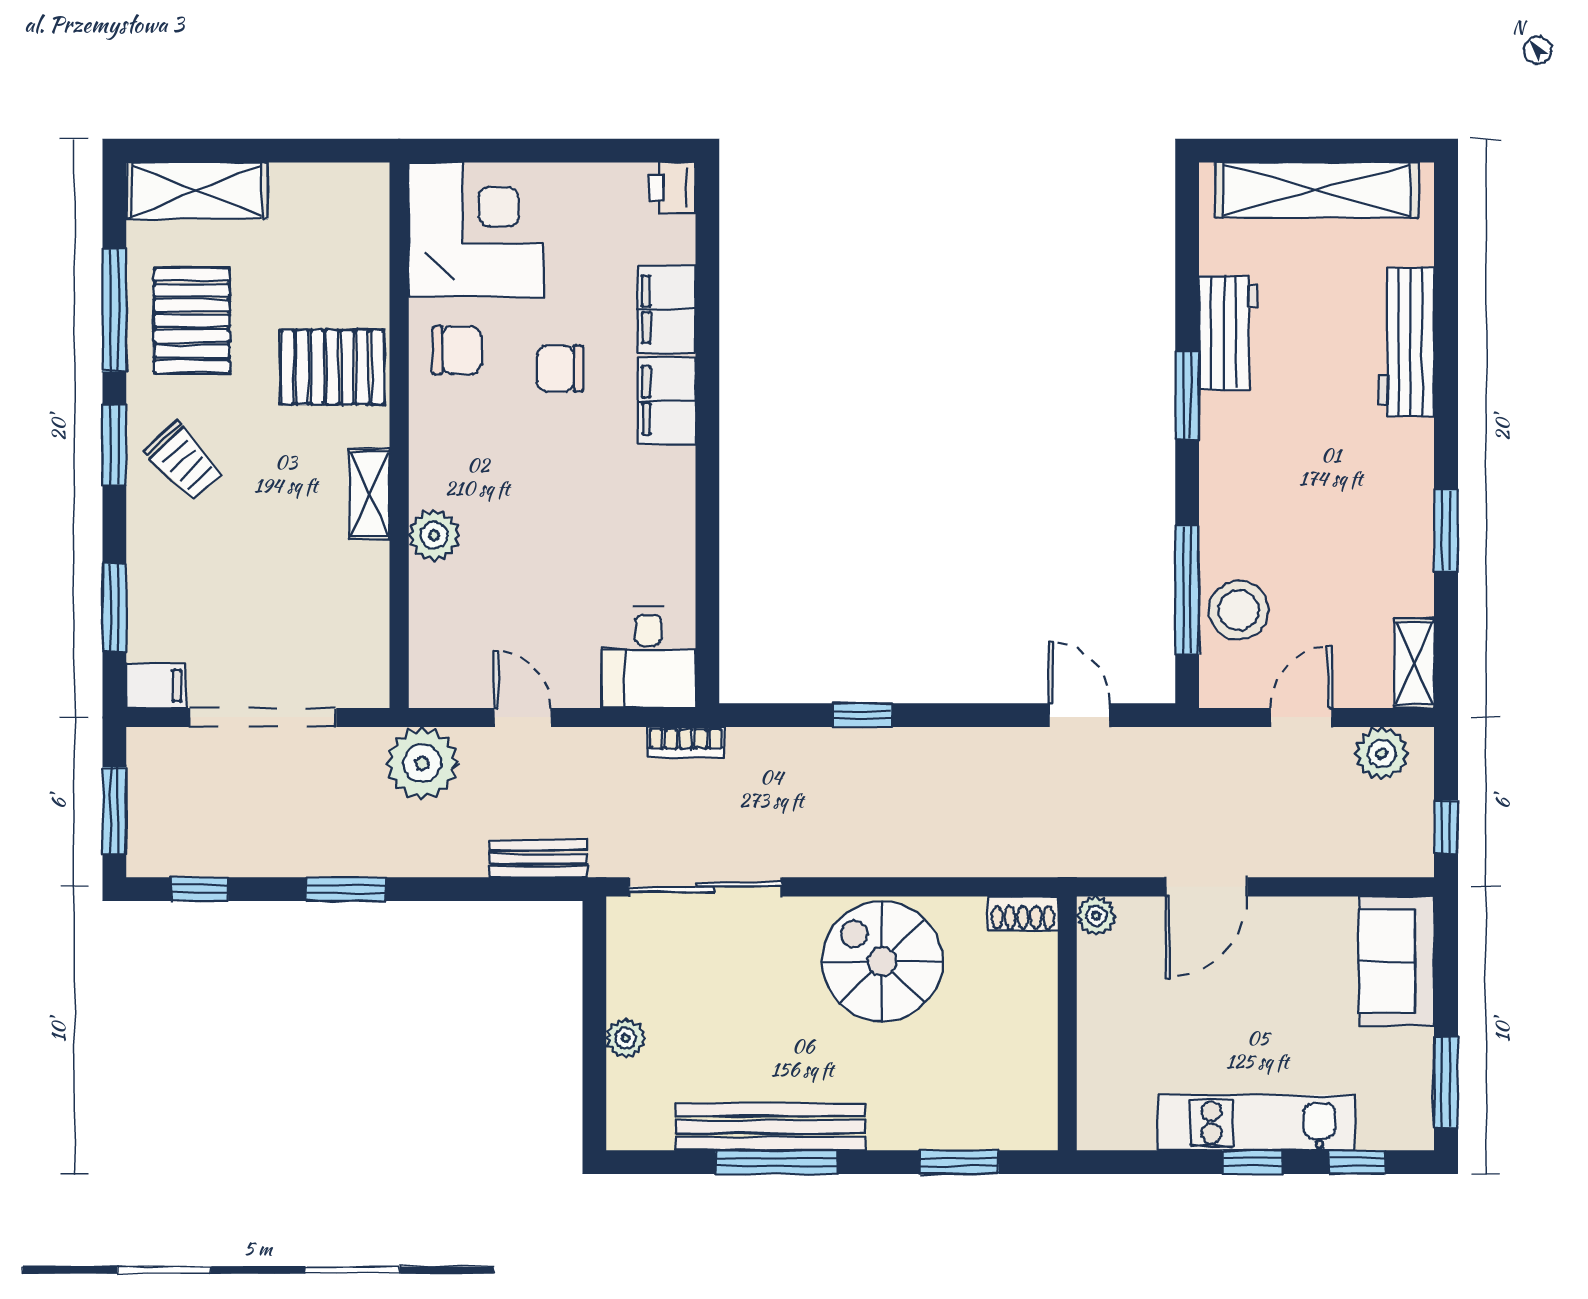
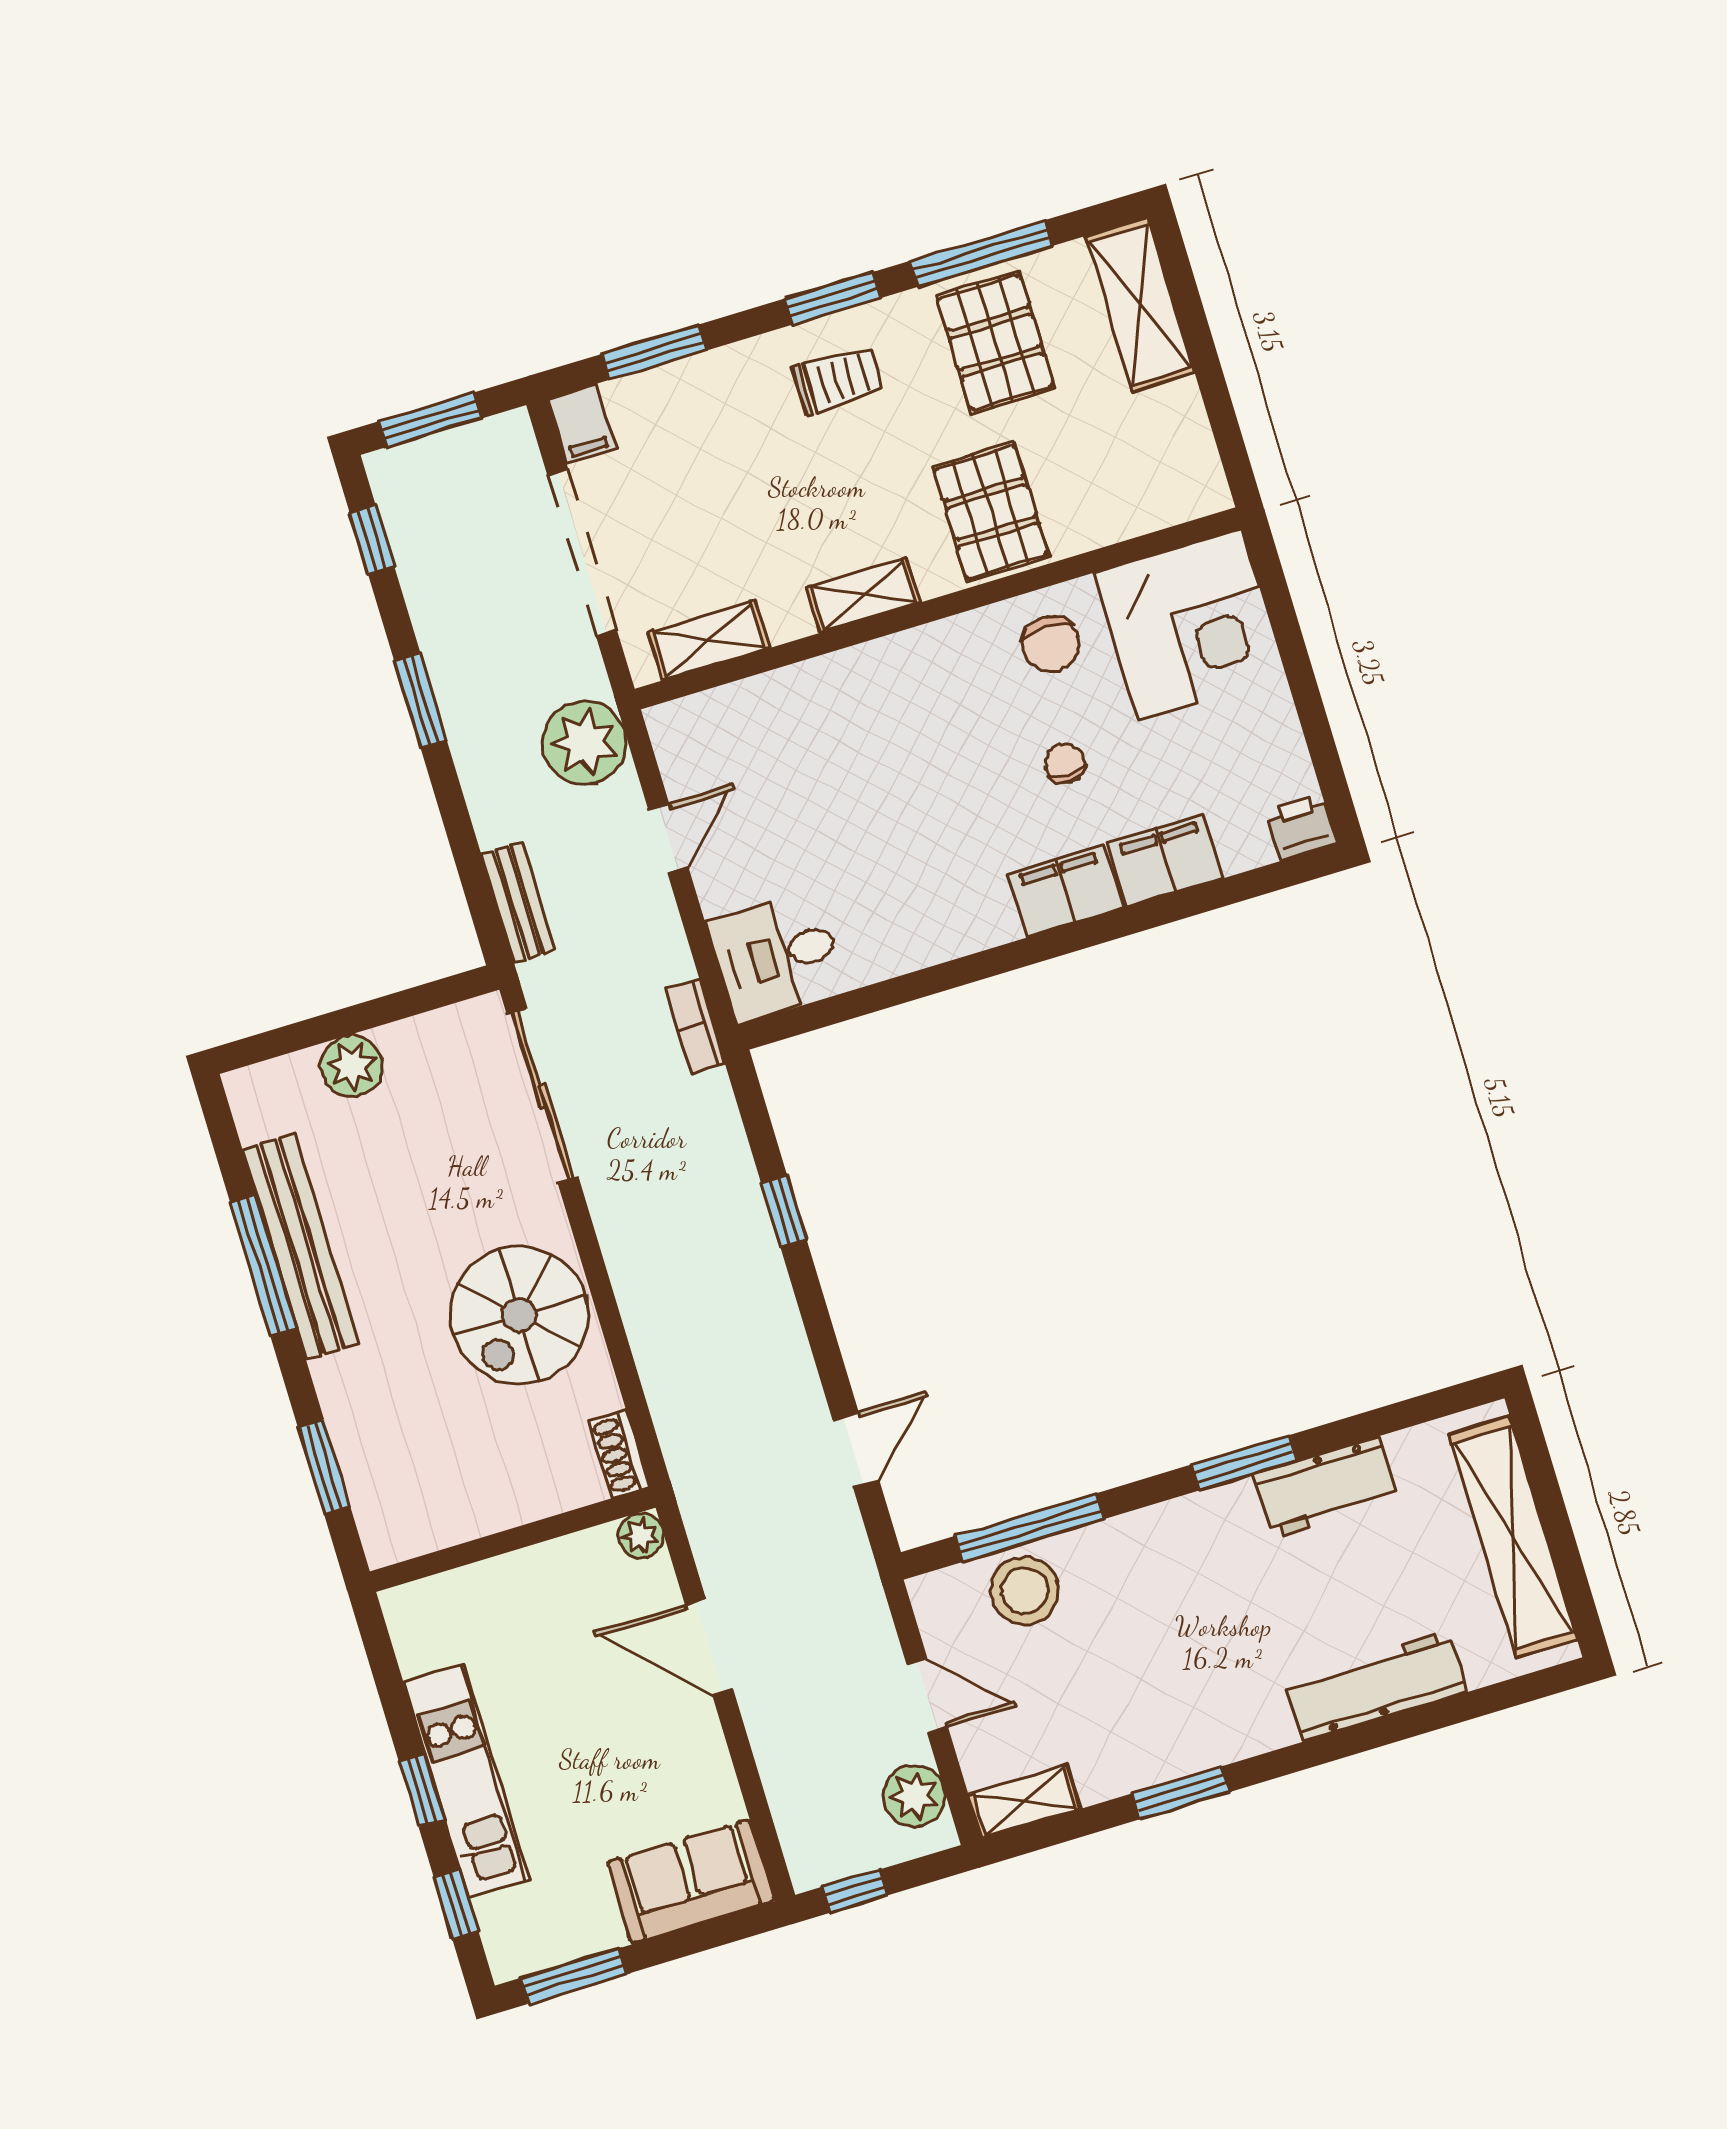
pallet: (192, 321) -> (995, 342), turned 90
chair: (560, 369) -> (1065, 763), width x0.73, depth x0.73
trolley: (184, 461) -> (838, 380), turned -137
plant: (434, 535) -> (839, 680), removed
shelving: (368, 634) -> (709, 640), added
spiral stairs: (882, 961) -> (519, 1315), turned 180
plant: (626, 1038) -> (352, 1066), width x1.38, depth x1.38

